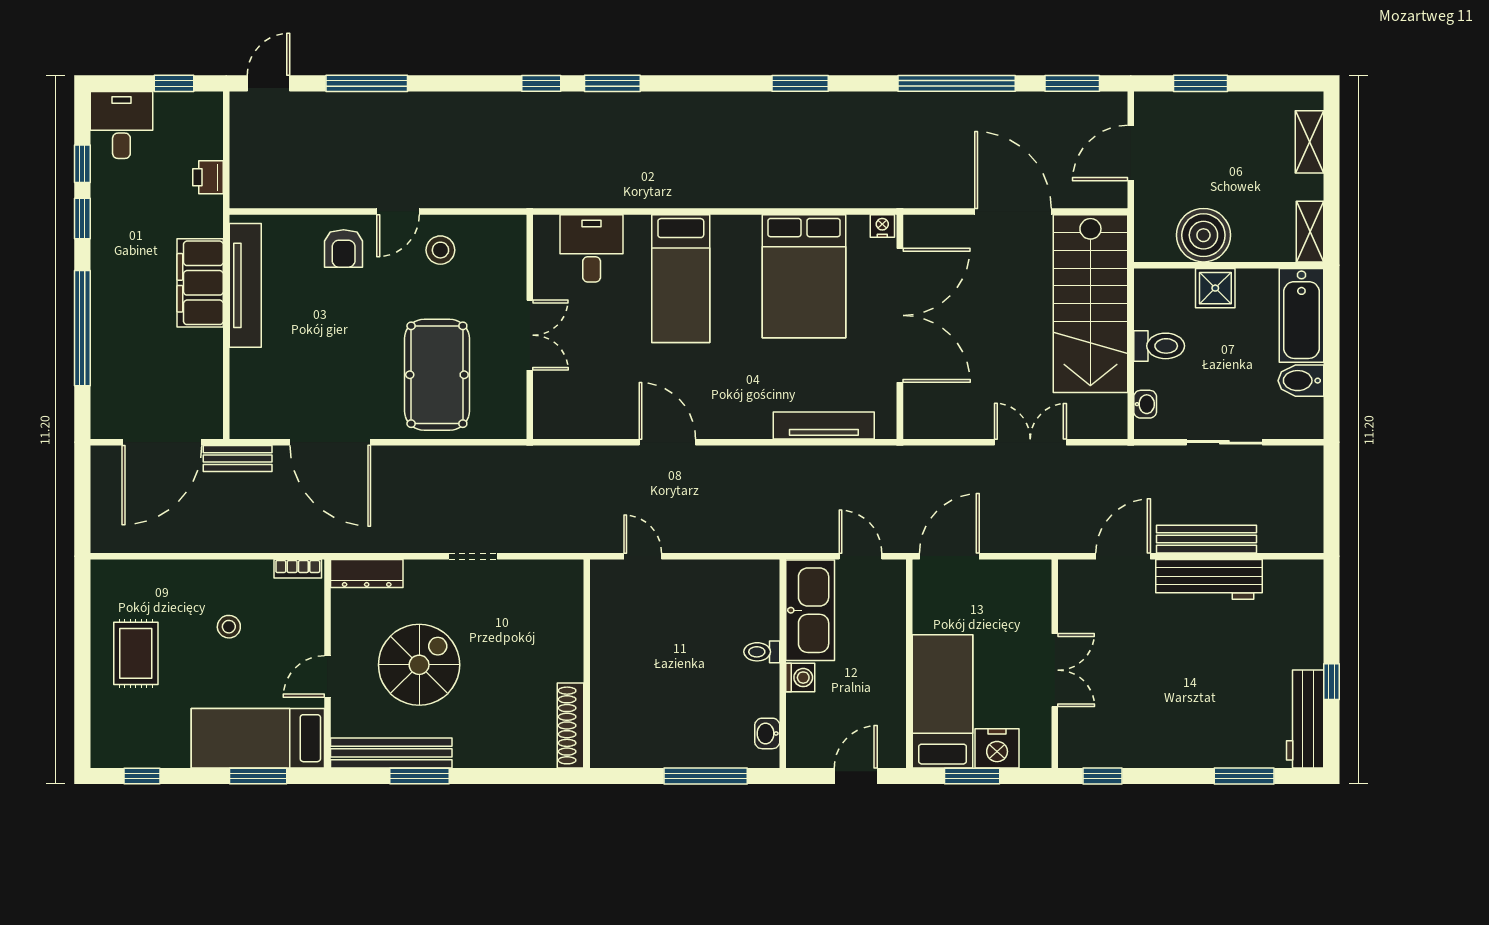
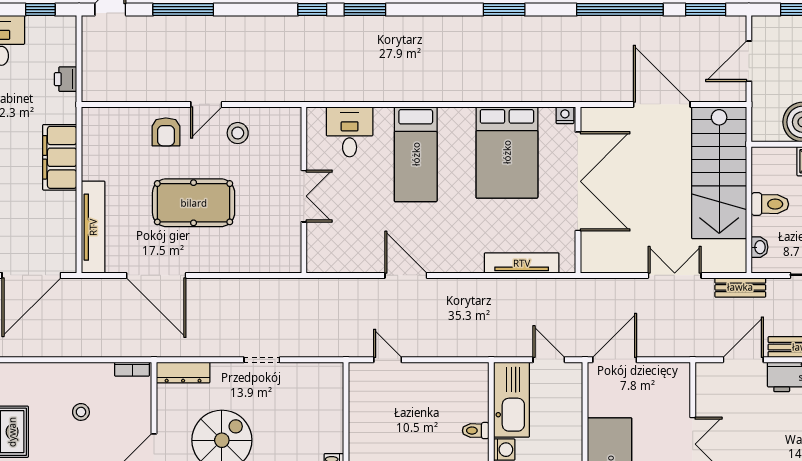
tv unit: (245, 285) -> (93, 227), moved
pool table: (437, 375) -> (194, 203), moved, turned 90
bench: (238, 459) -> (740, 287), moved

